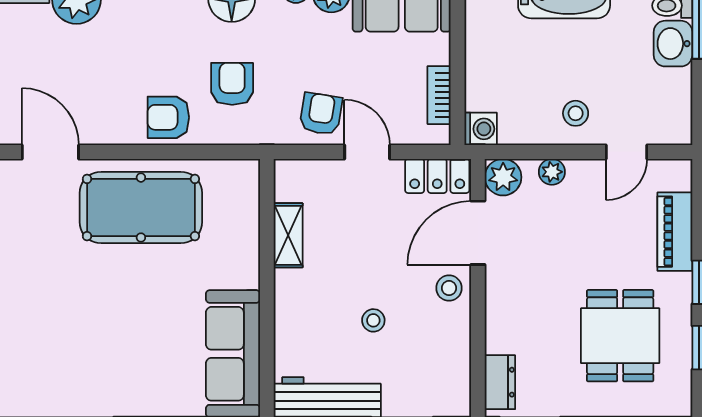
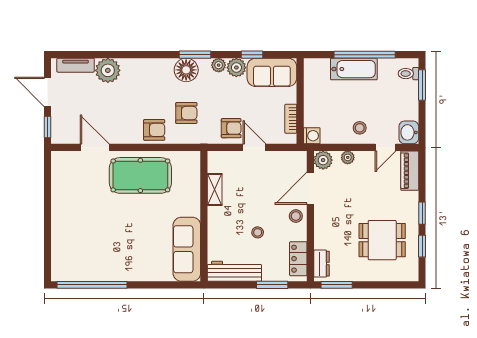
washbasin: (673, 44) -> (409, 132), moved
armchair: (232, 84) -> (186, 113), turned 90
armchair: (321, 114) -> (231, 128), turned 81
armchair: (168, 117) -> (154, 130), turned 180
locker: (437, 176) -> (298, 259), moved, turned 90
piano: (675, 232) -> (410, 171), moved
dining table: (620, 336) -> (382, 240), turned 90

